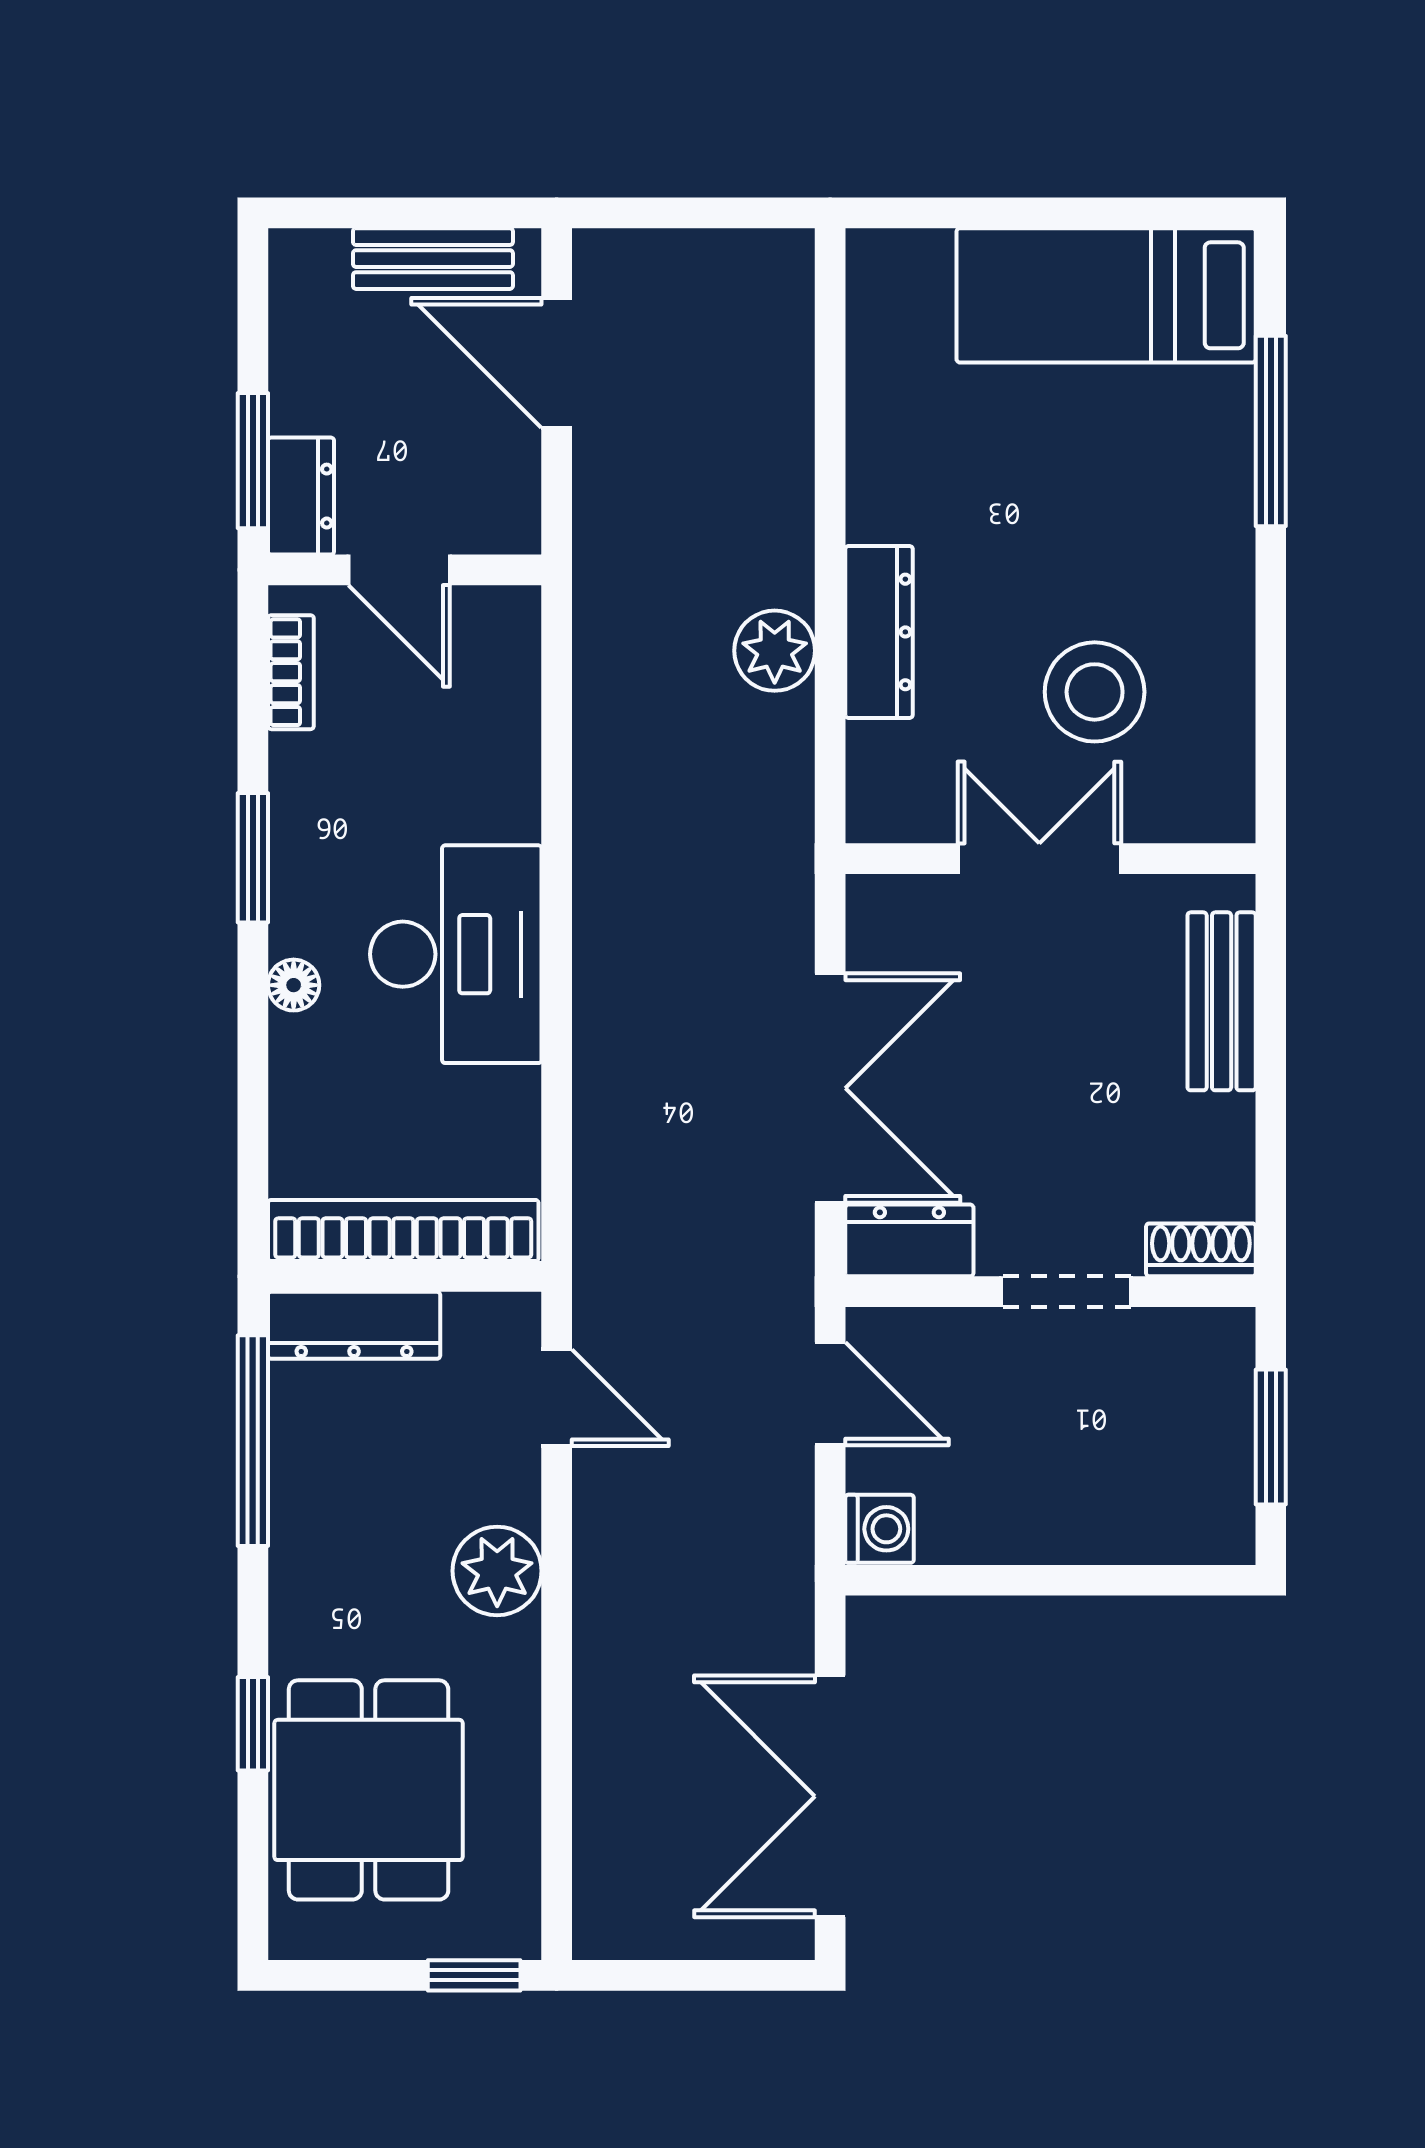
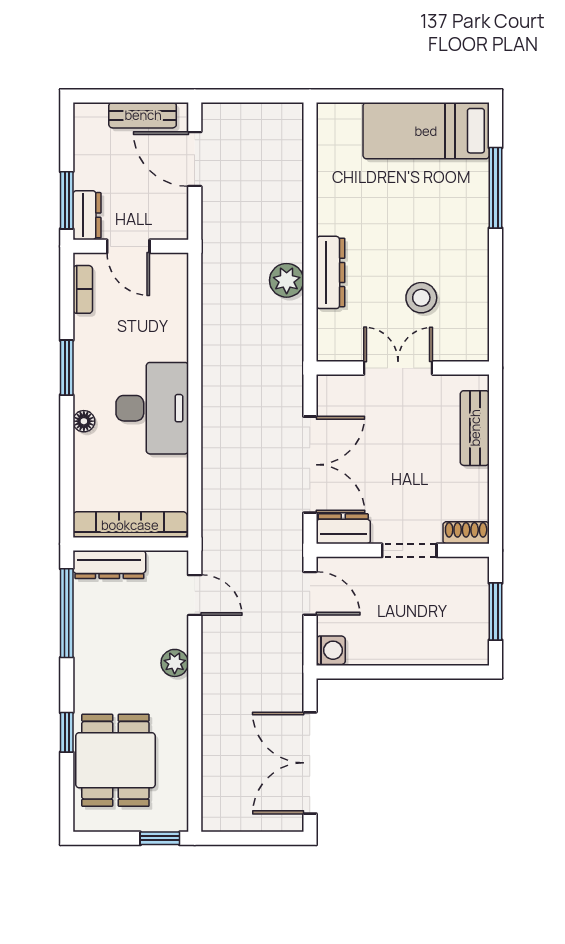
stool: (1095, 692) -> (421, 298), width x0.73, depth x0.73
plant: (497, 1571) -> (175, 663), width x0.73, depth x0.73

